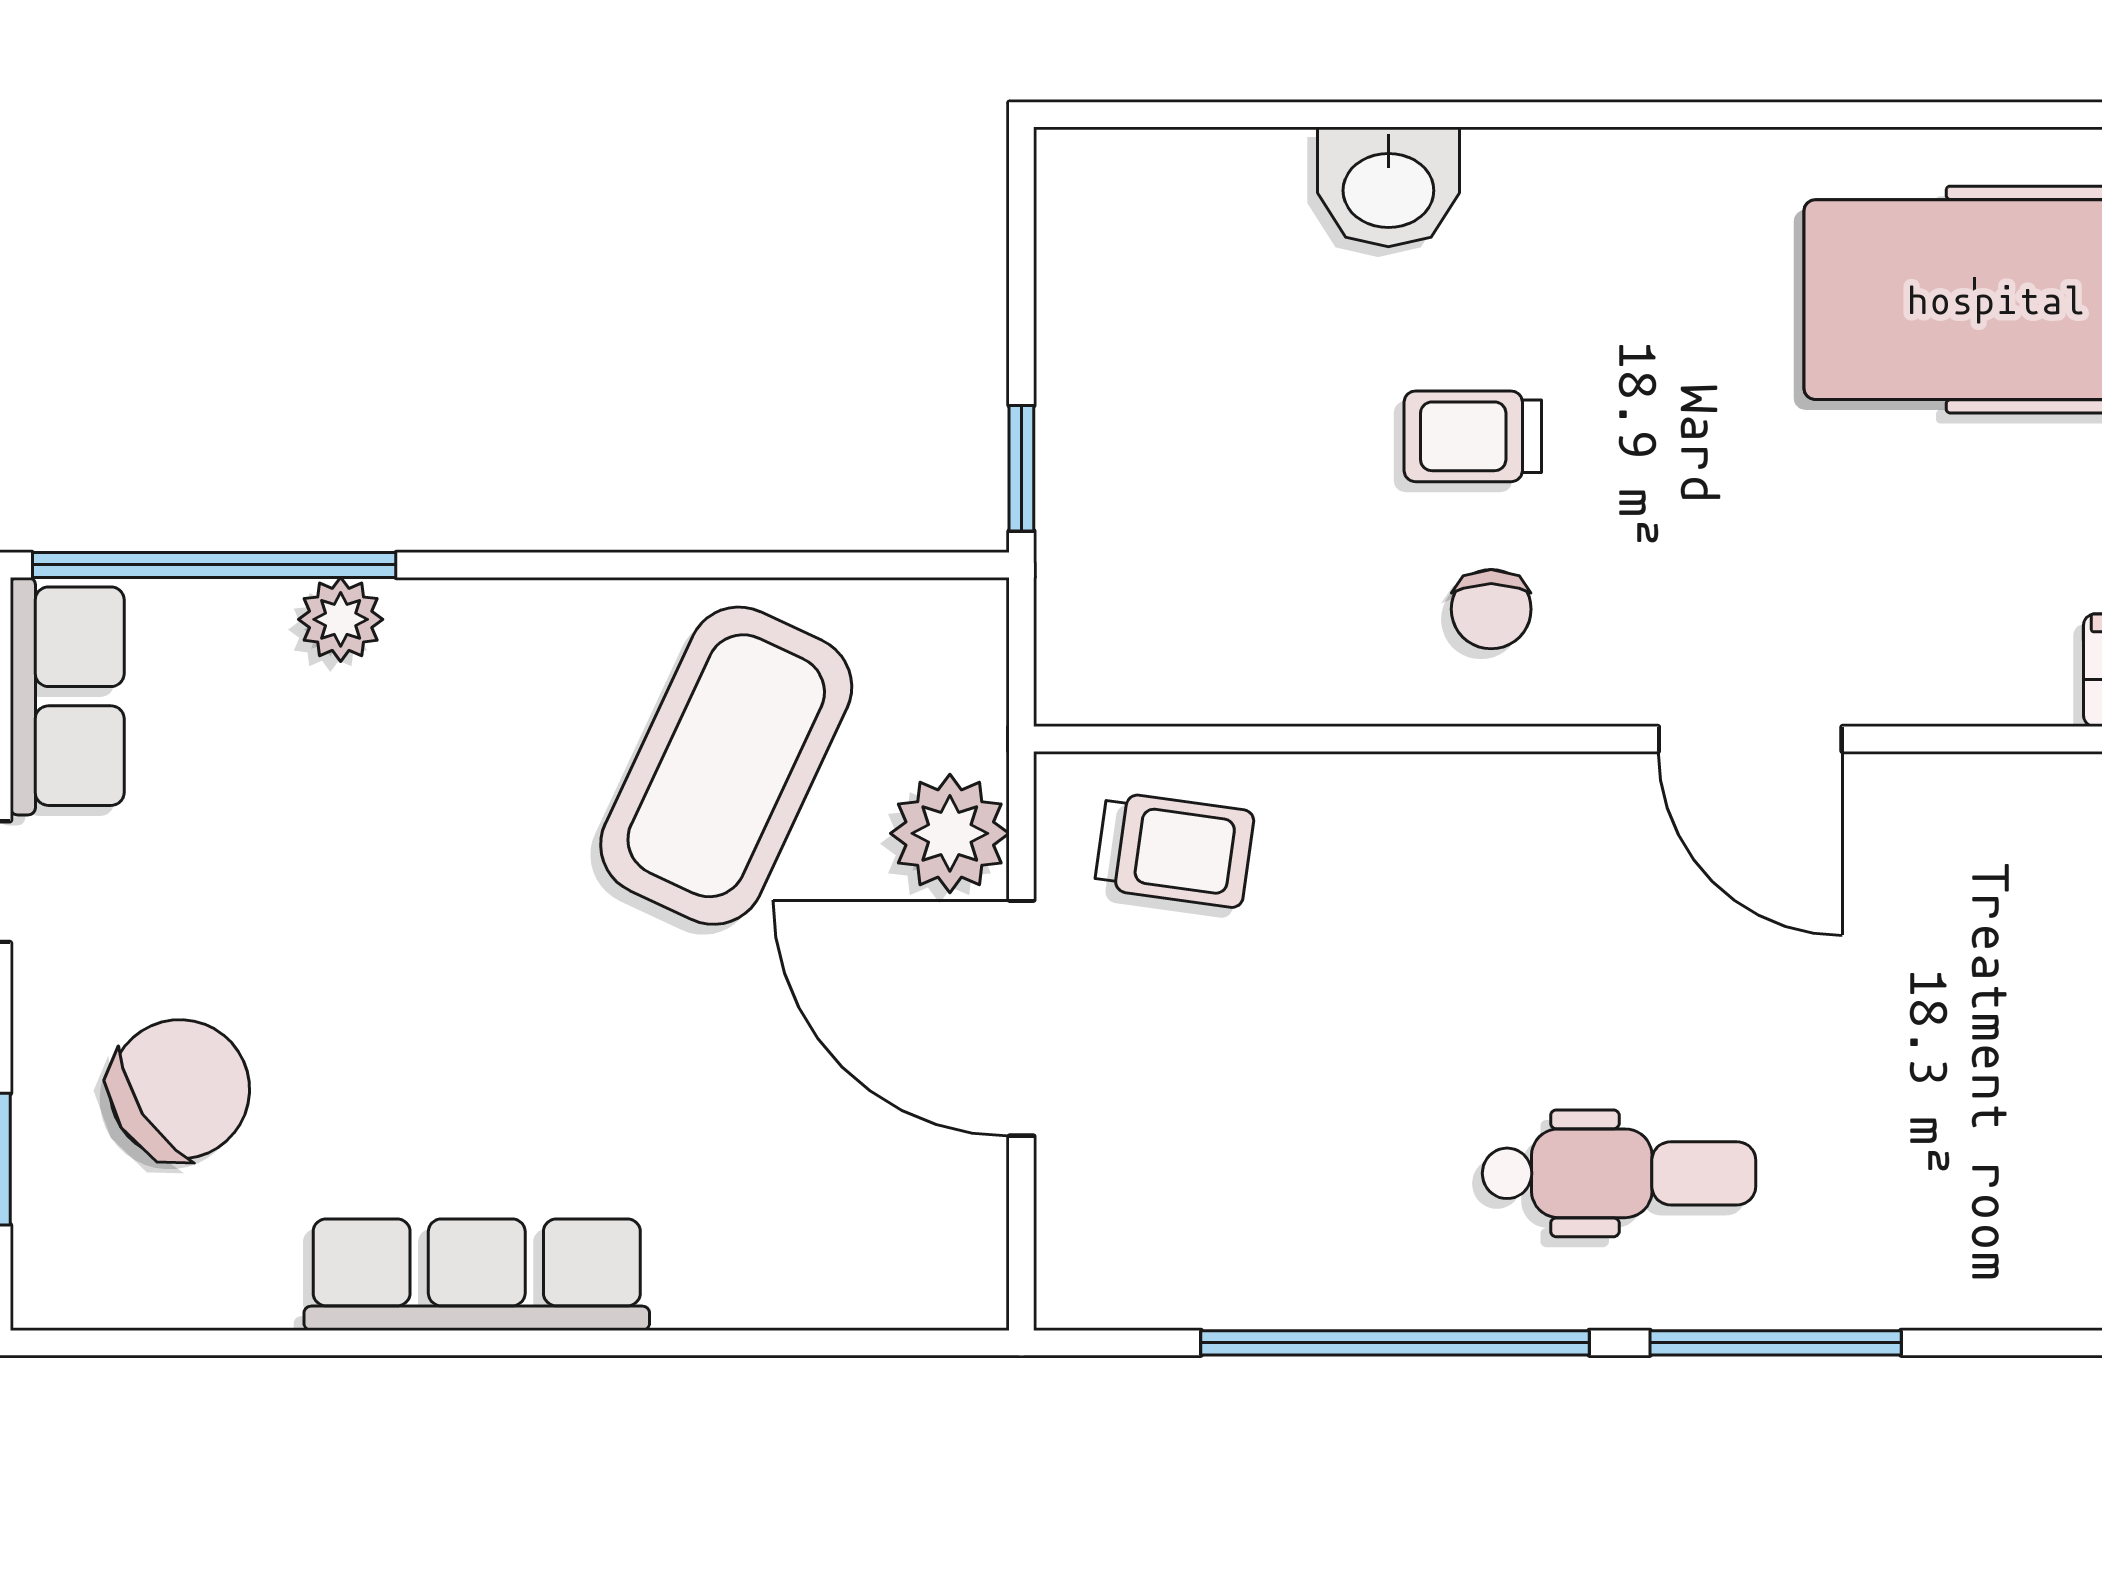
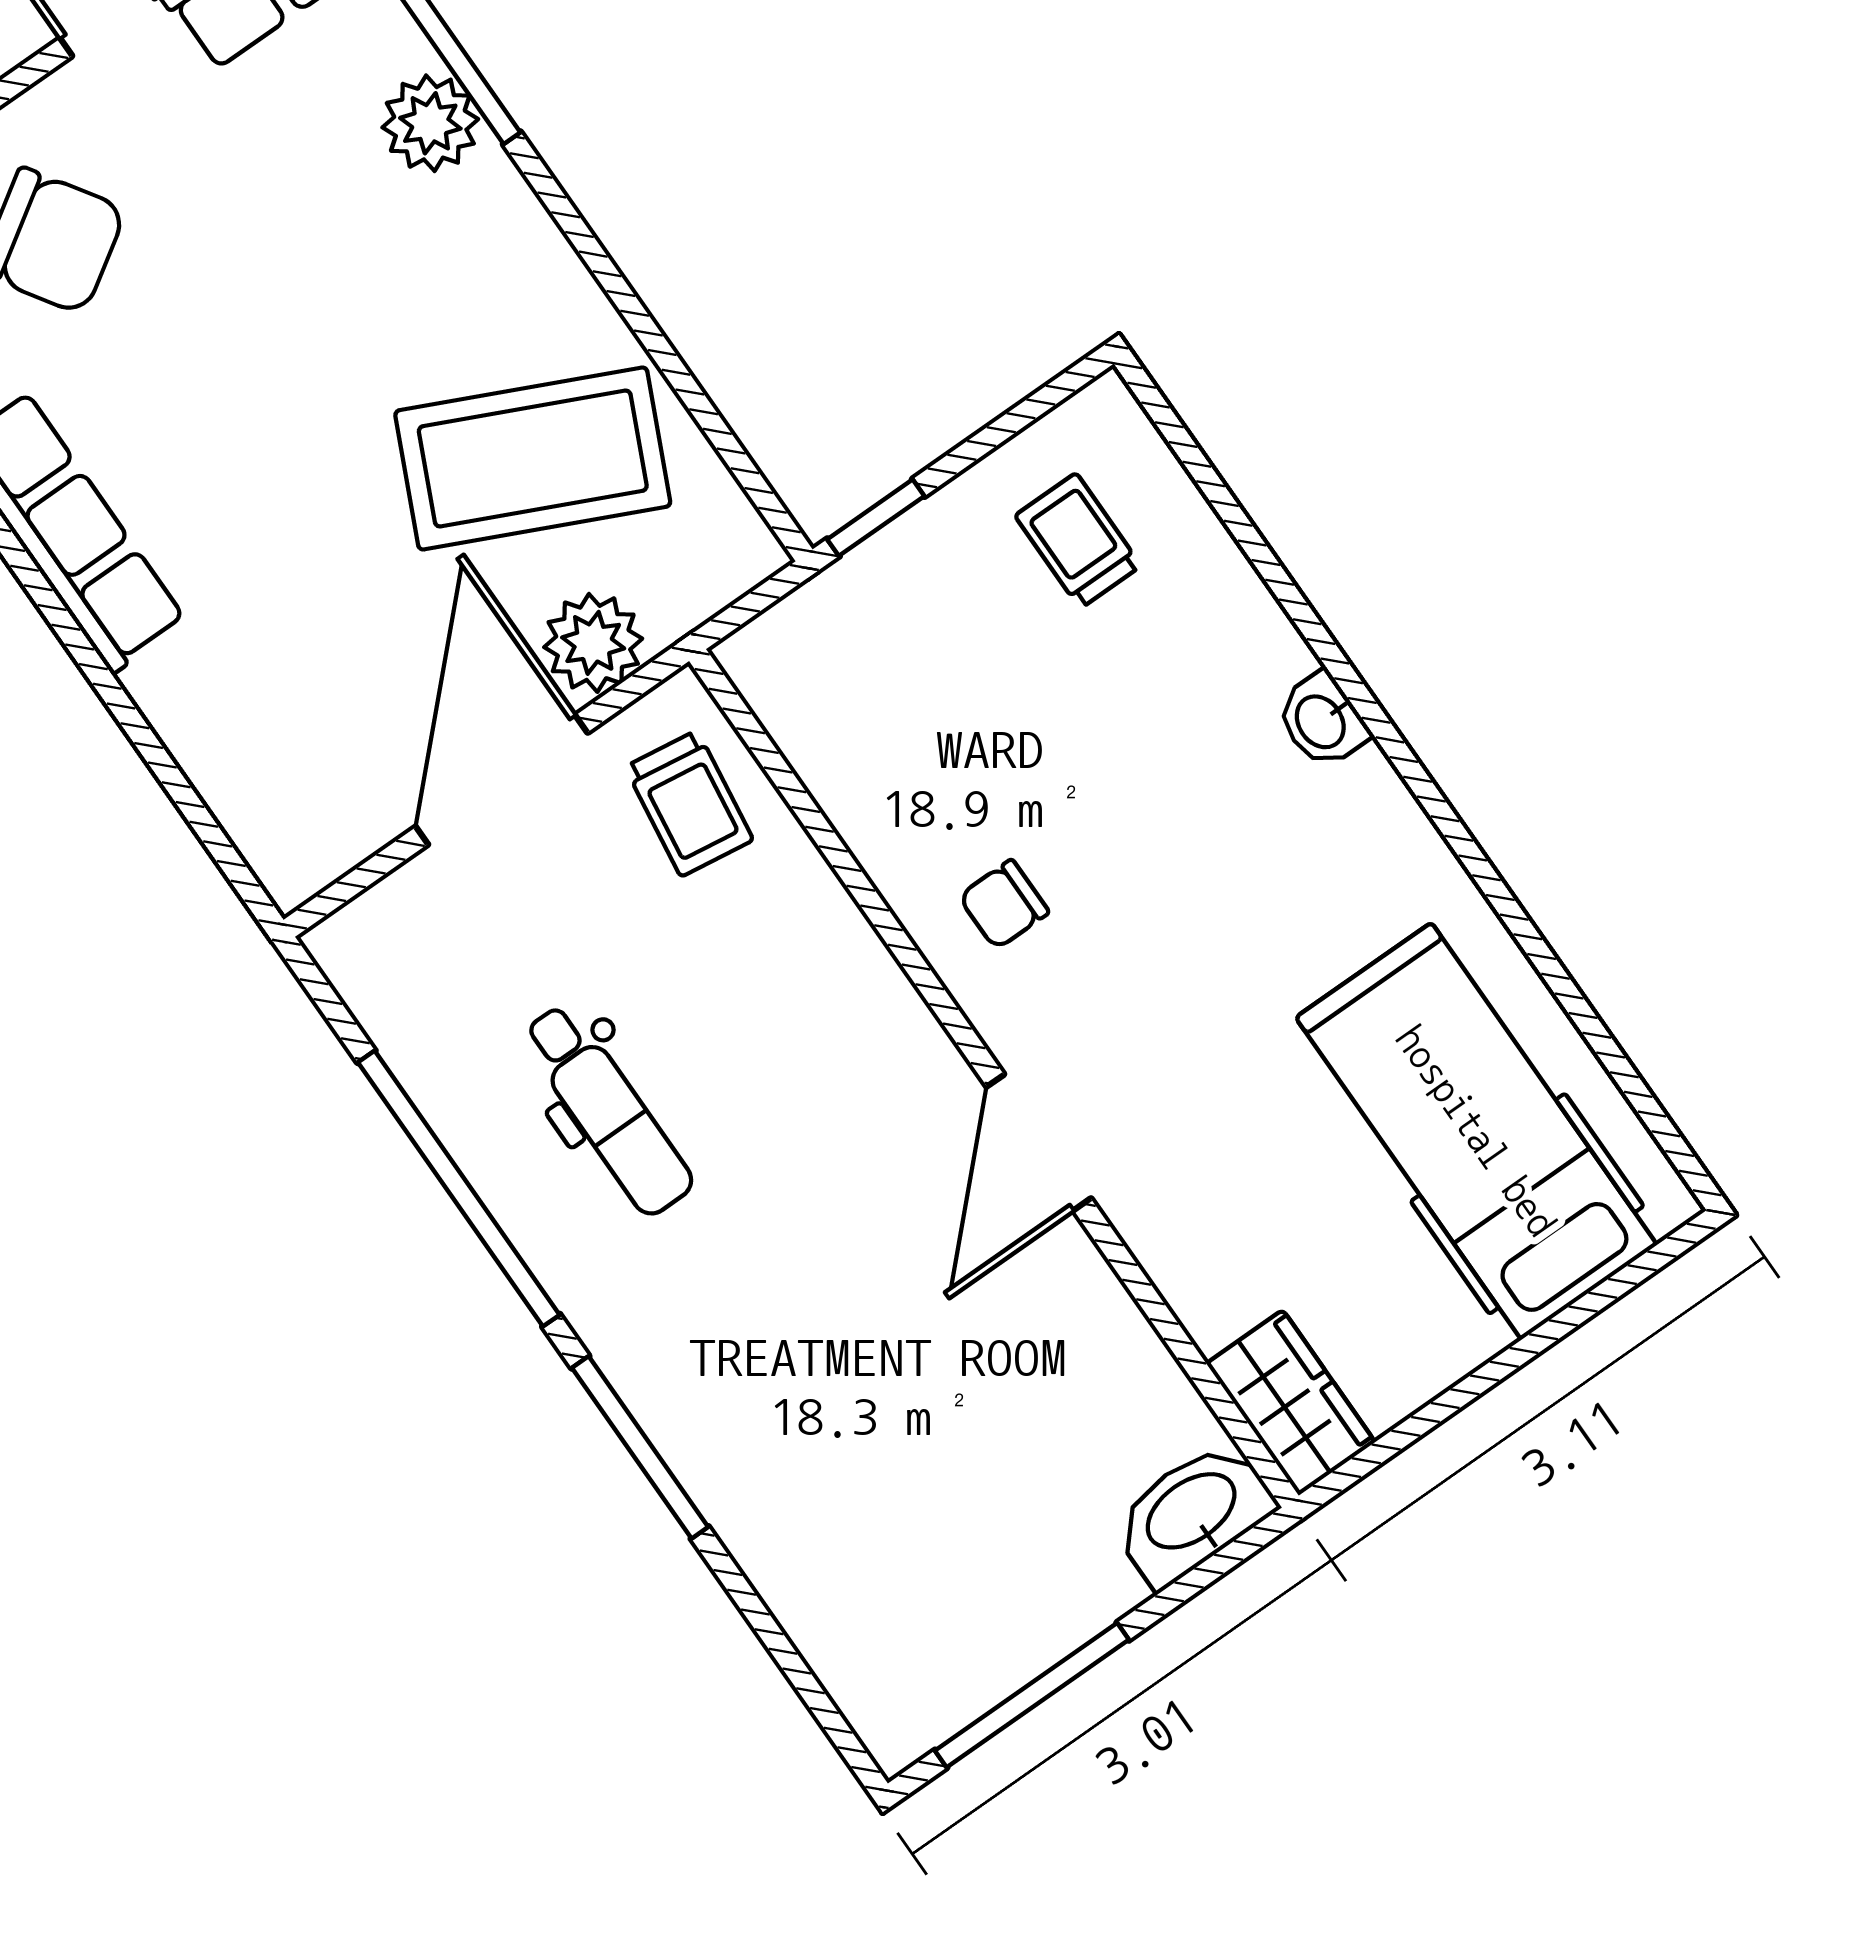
washbasin: (1388, 187) -> (1322, 721), moved, width x0.72, depth x0.69
trolley: (1473, 436) -> (1078, 541), moved
plant: (341, 619) -> (430, 123), width x1.38, depth x1.38
dental chair: (1619, 1173) -> (608, 1110), moved

